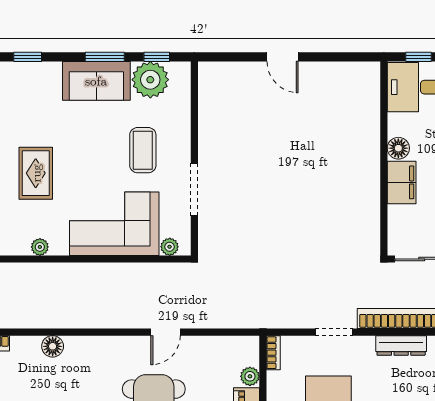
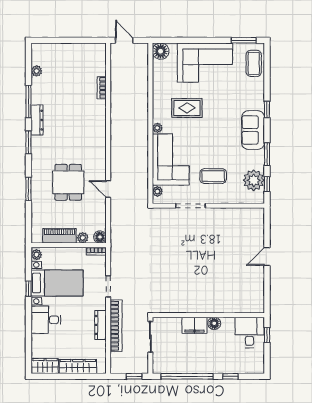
sofa: (96, 81) -> (253, 130), moved
rug: (36, 173) -> (187, 108), moved
plant: (40, 247) -> (157, 128), moved
floor lamp: (53, 346) -> (100, 237), moved

